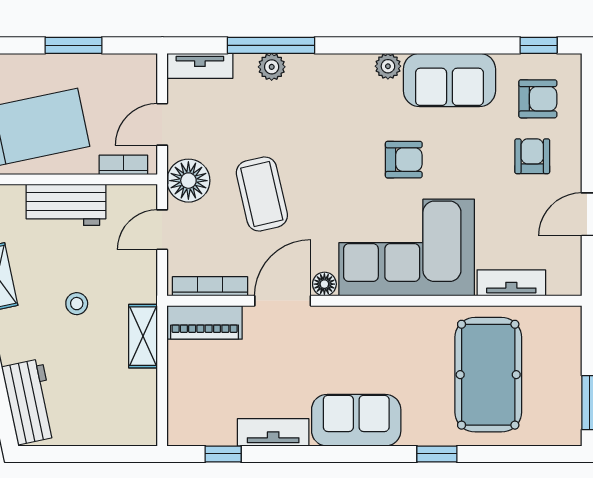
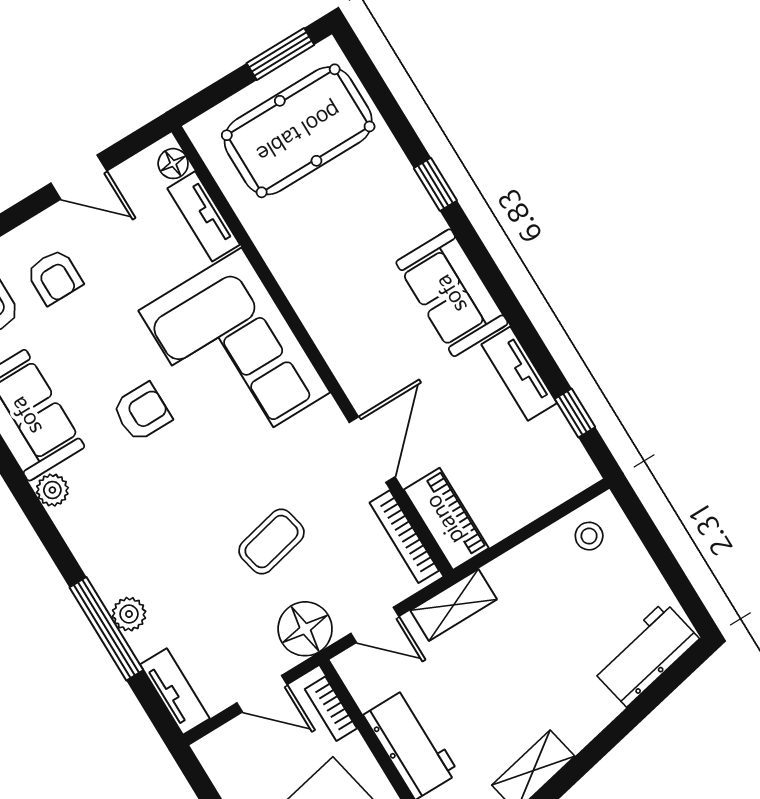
armchair: (532, 156) -> (54, 277), turned -90
armchair: (404, 160) -> (142, 412), turned 90
coffee table: (262, 194) -> (272, 542), width x0.73, depth x0.77
floor lamp: (324, 284) -> (173, 164), moved
door: (283, 301) -> (372, 450), swing flipped
stool: (77, 304) -> (589, 536), moved
shelving: (143, 336) -> (454, 605), moved
pool table: (488, 375) -> (298, 131), moved

